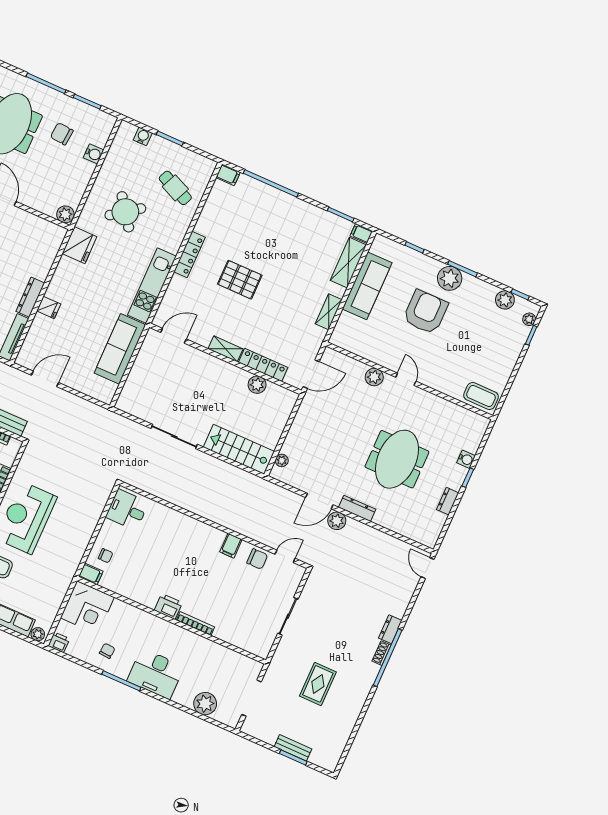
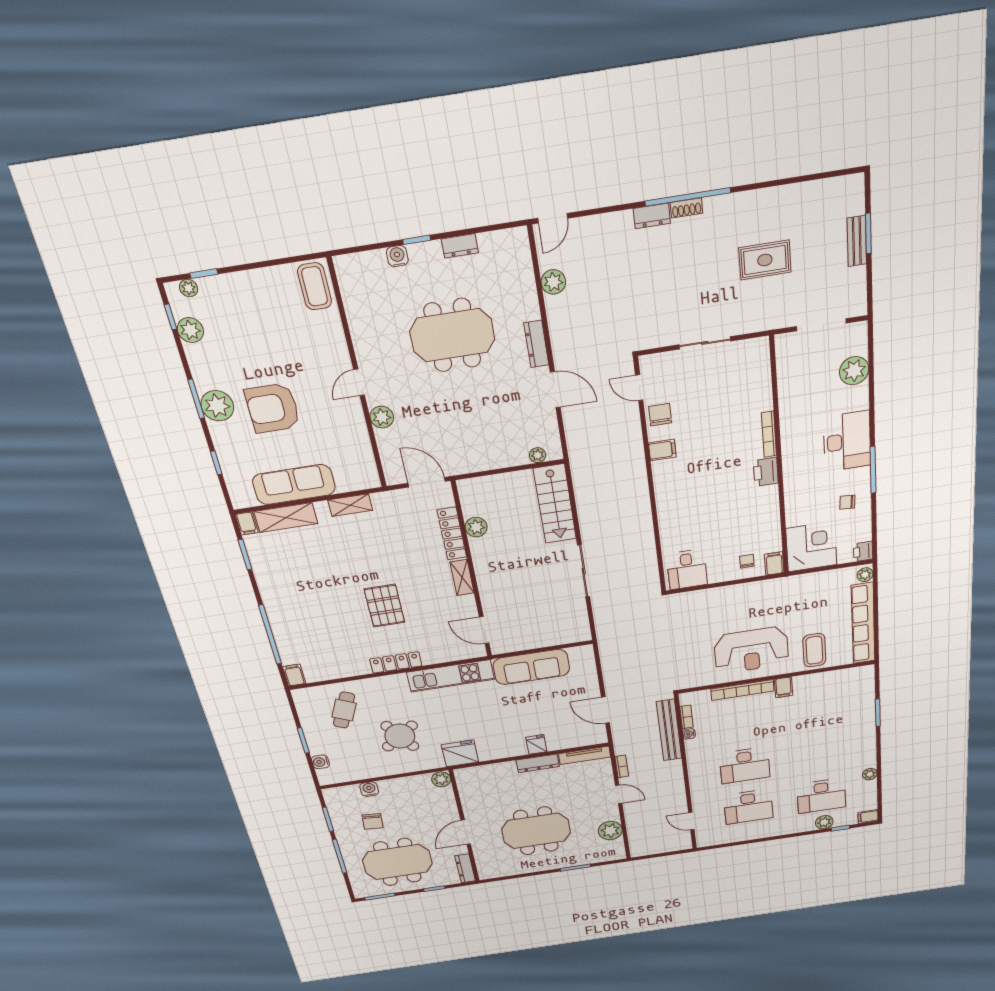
plant: (337, 521) -> (553, 282), moved

